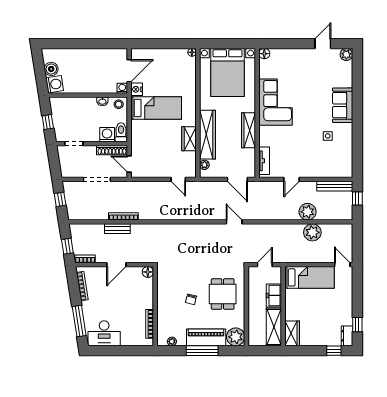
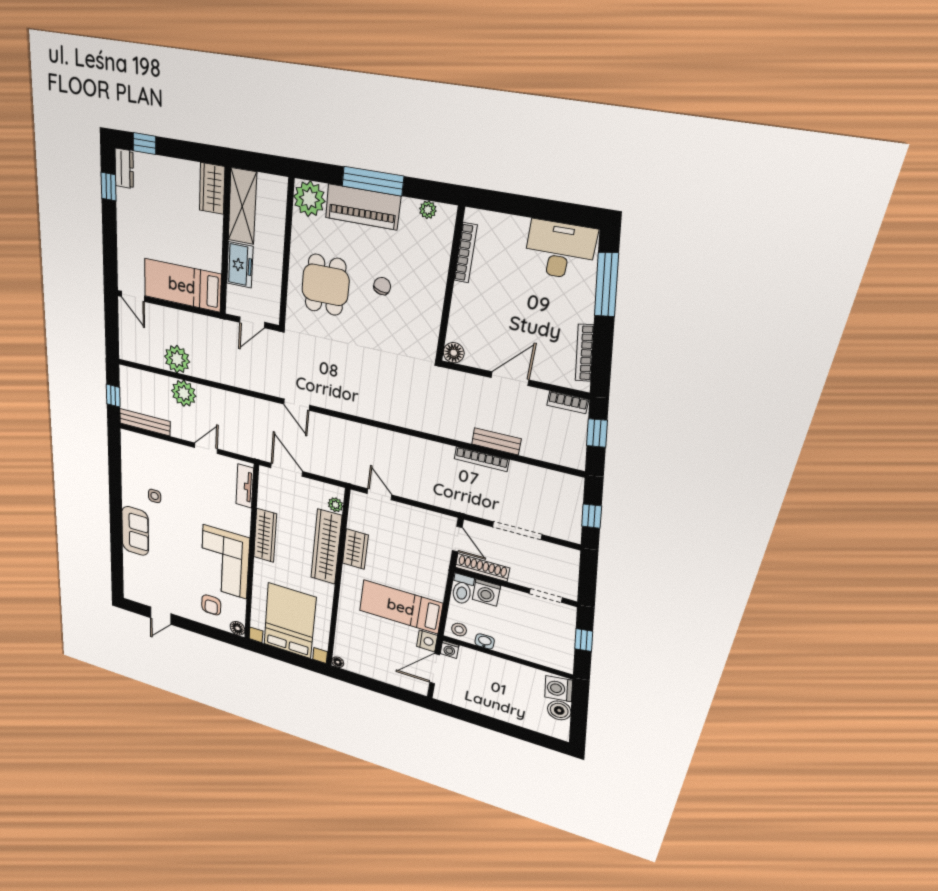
plant: (346, 54) -> (131, 593), removed
armchair: (284, 66) -> (211, 605), added

